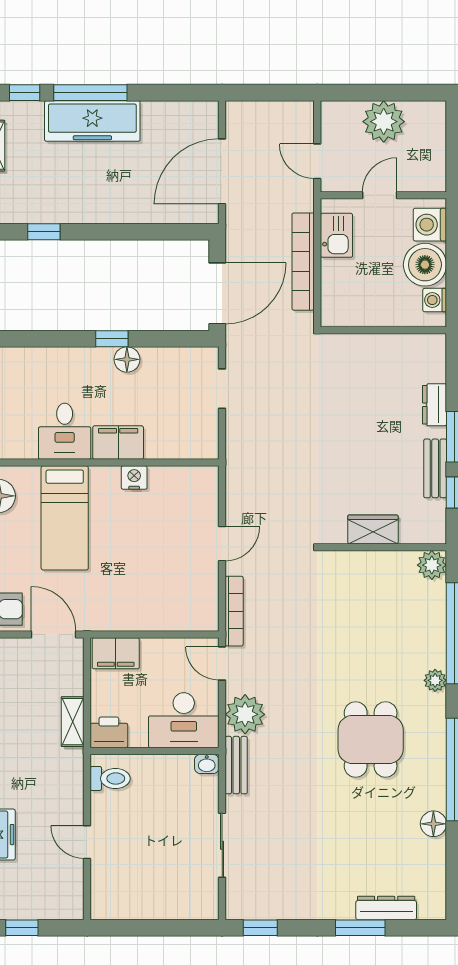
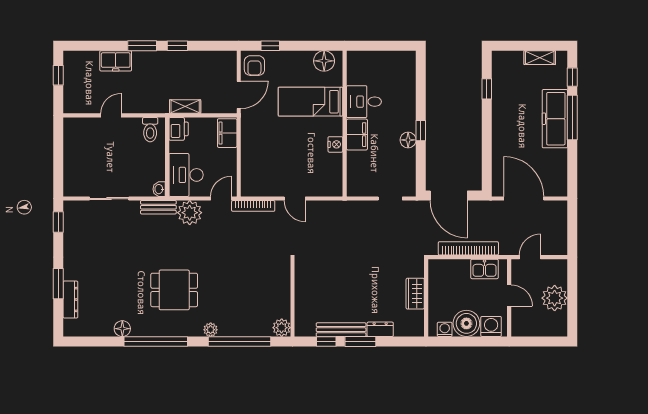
bench: (435, 468) -> (341, 330), width x1.36
wardrobe: (373, 529) -> (415, 294), moved, turned 180

